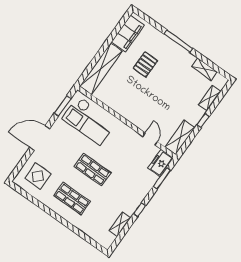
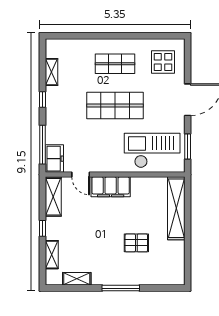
filing cabinet: (128, 34) -> (111, 187), moved, turned -90
pallet: (145, 65) -> (136, 243), turned 90
shop shelf: (93, 170) -> (115, 106), width x1.43, depth x1.36
window: (162, 178) -> (42, 145), width x1.44

